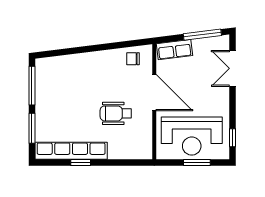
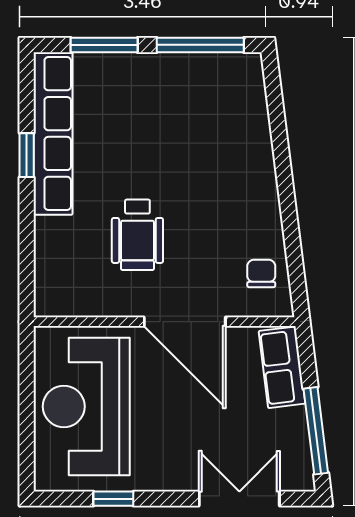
door: (154, 93) -> (185, 322), hinge flipped
wheelchair: (116, 113) -> (137, 235), turned 180
window: (232, 138) -> (113, 499), moved
window: (197, 162) -> (27, 418), removed

